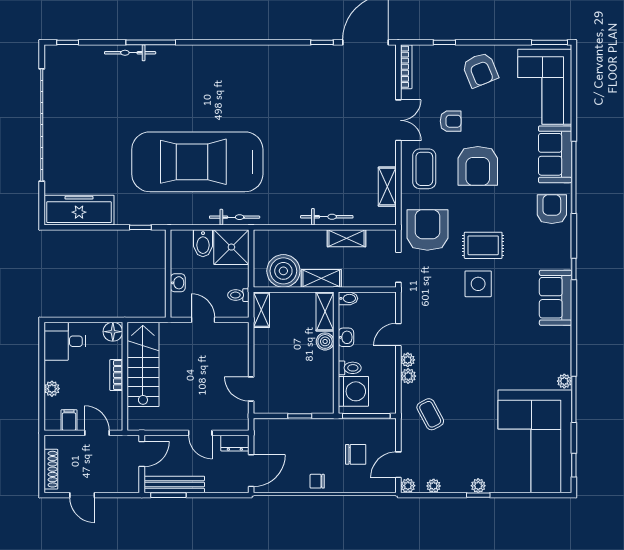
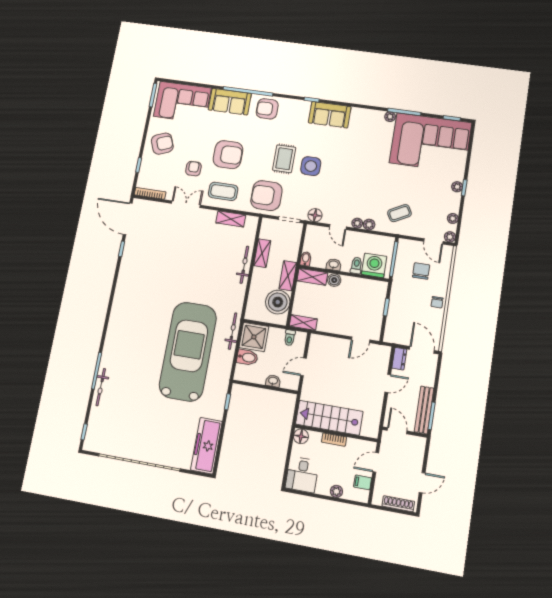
car: (197, 162) -> (188, 351), turned 180
floor lamp: (410, 301) -> (315, 215), added

